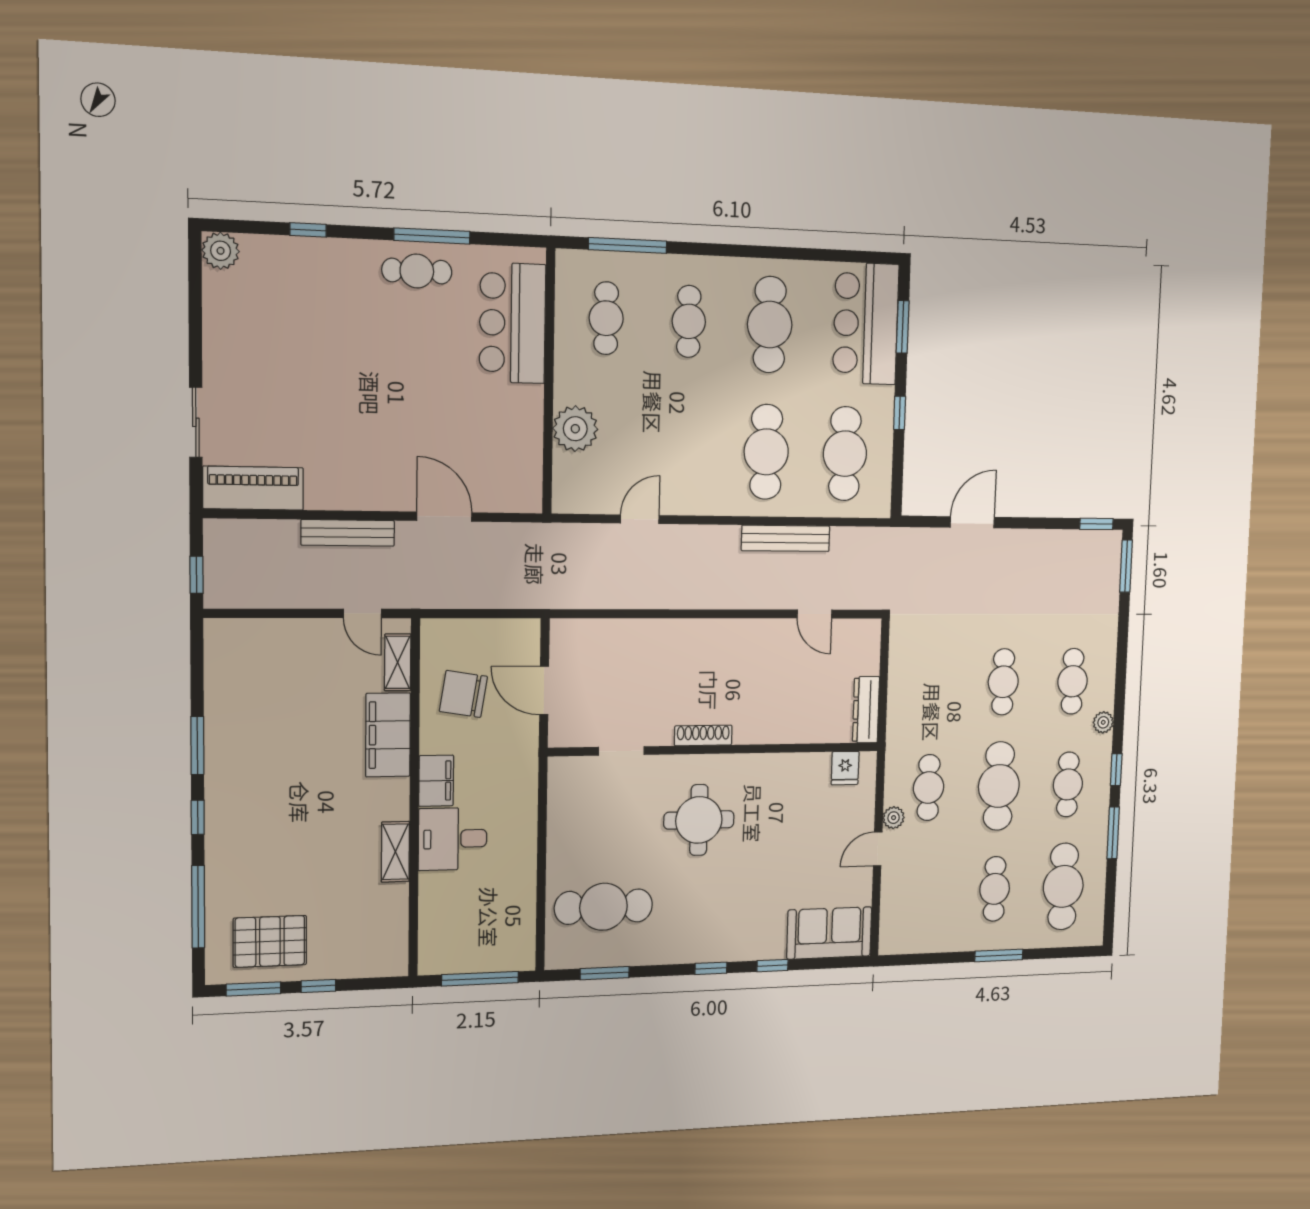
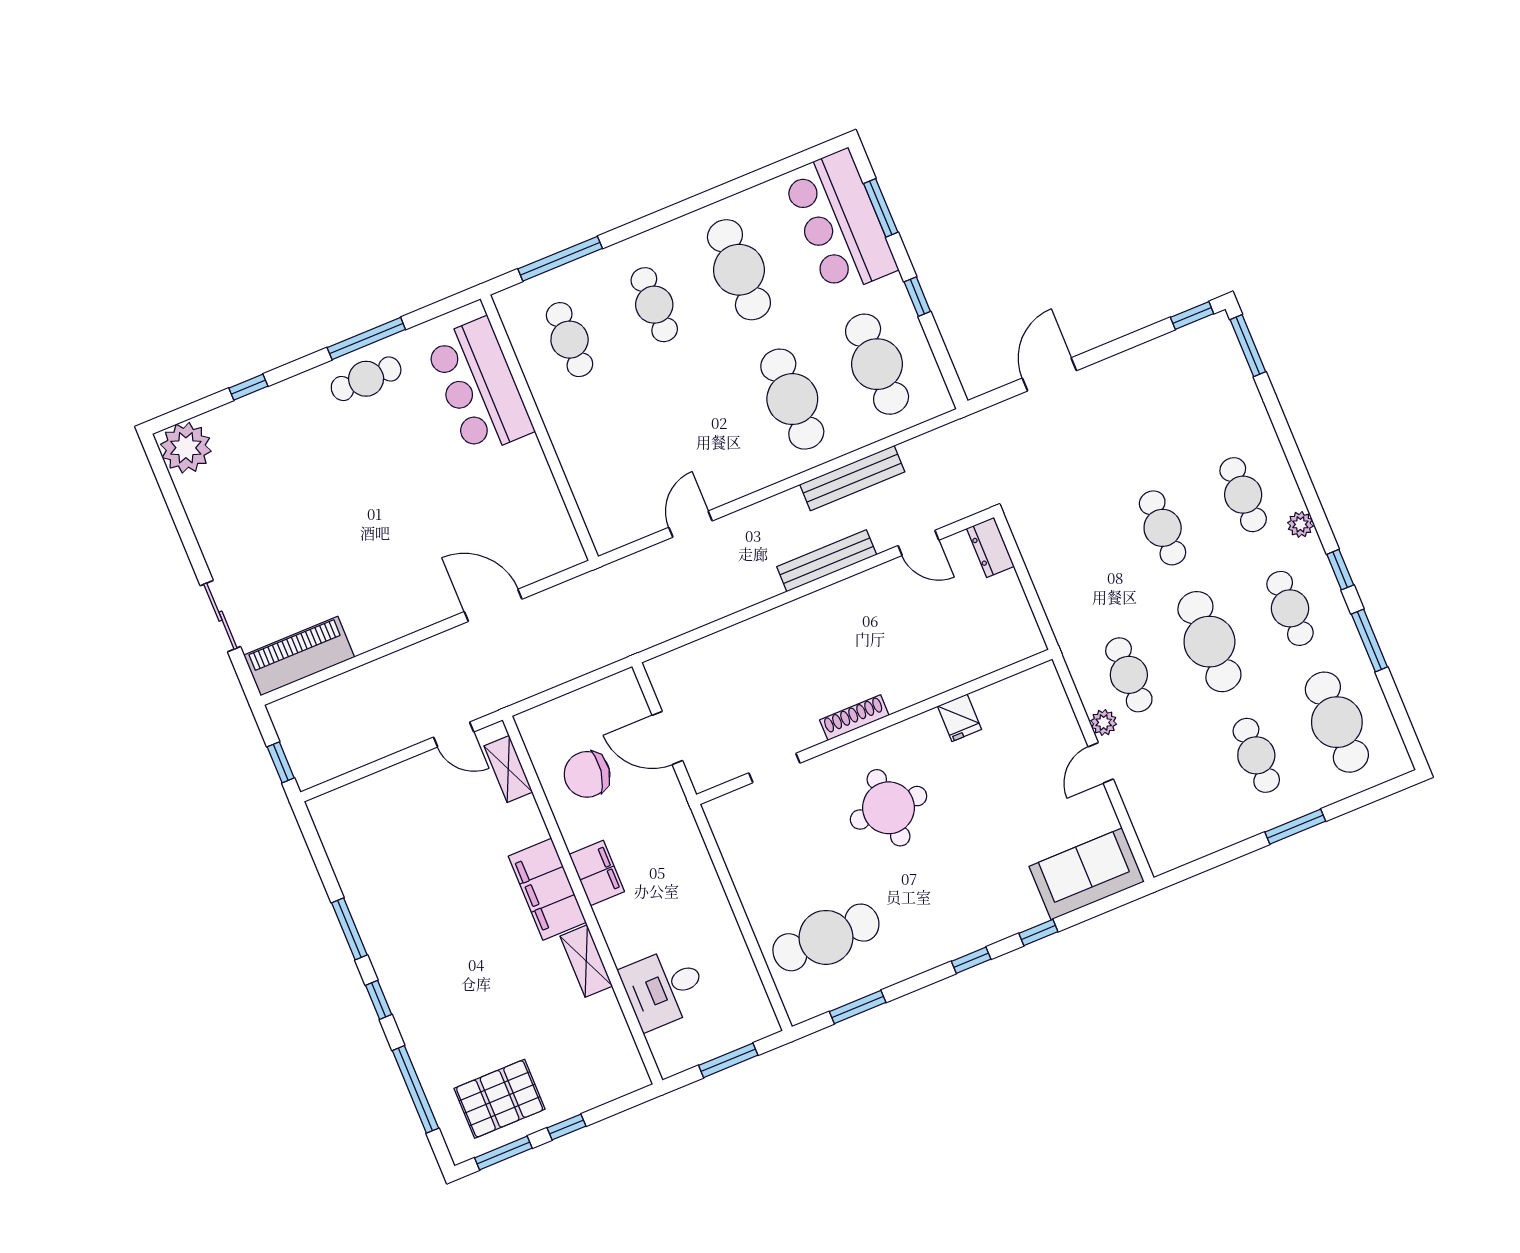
plant: (221, 251) -> (186, 448), width x1.36, depth x1.36
plant: (575, 429) -> (586, 462), removed
bench: (348, 533) -> (827, 561), moved
dresser: (866, 710) -> (990, 547), moved, width x0.70
filing cabinet: (388, 735) -> (547, 889), moved
fridge: (845, 768) -> (959, 718), moved
desk: (453, 839) -> (664, 988), moved
window: (480, 979) -> (728, 1060), width x0.69

